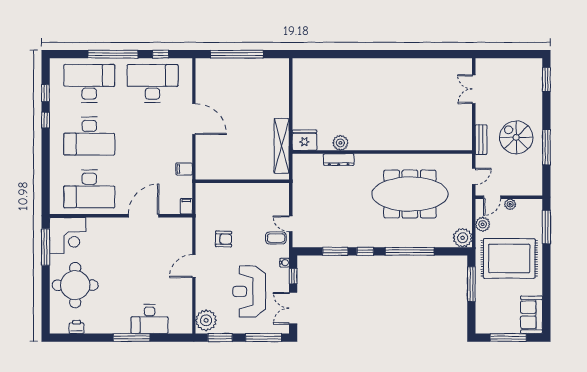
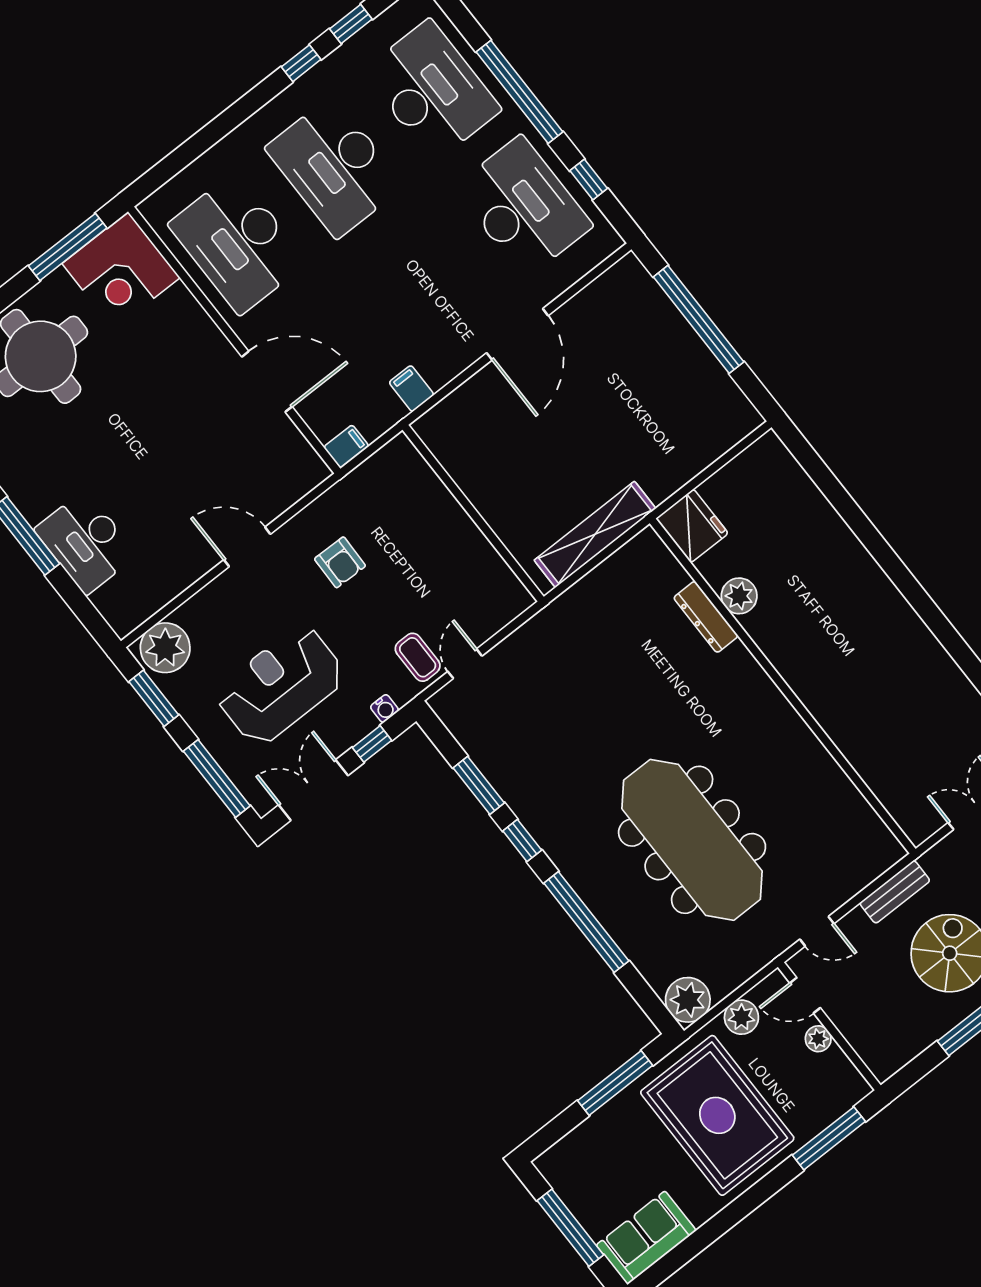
fridge: (304, 140) -> (692, 526), moved
plant: (340, 143) -> (739, 596), moved
wall: (382, 152) -> (783, 686), moved
dresser: (339, 160) -> (706, 617), moved

